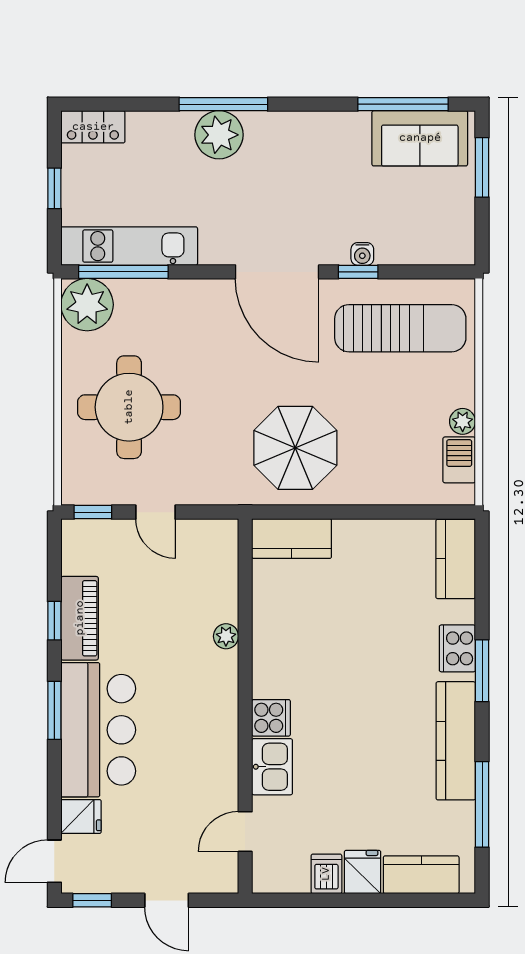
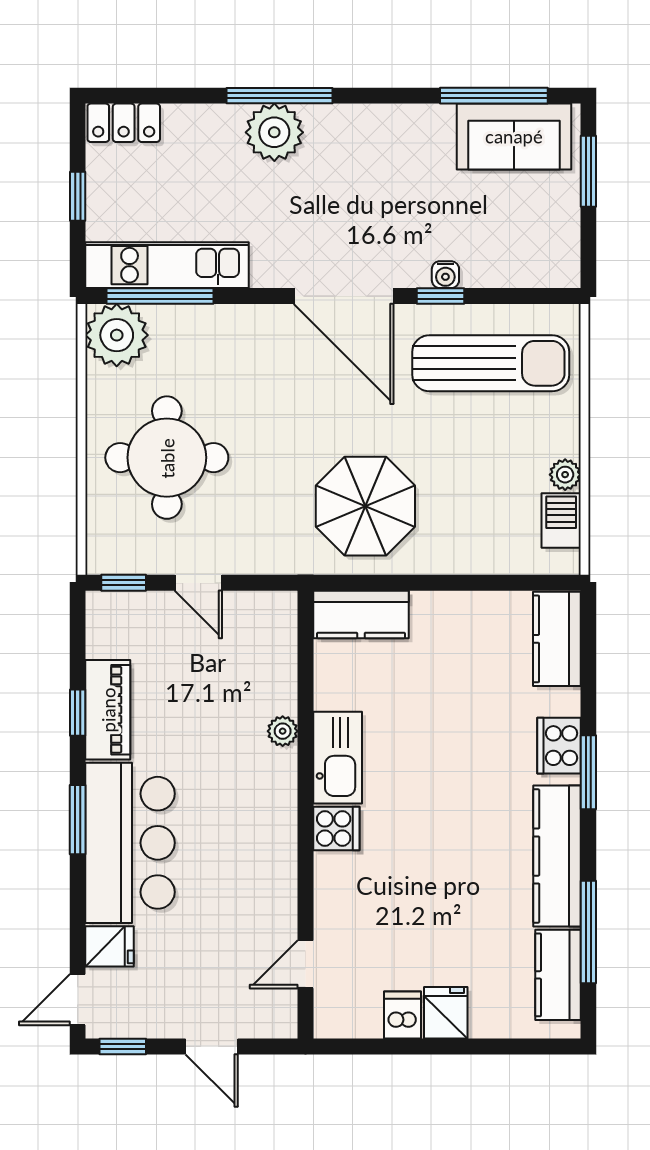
kitchen sink: (272, 767) -> (338, 758), moved, width x1.38
kitchen counter: (421, 875) -> (558, 975), moved, turned -90

